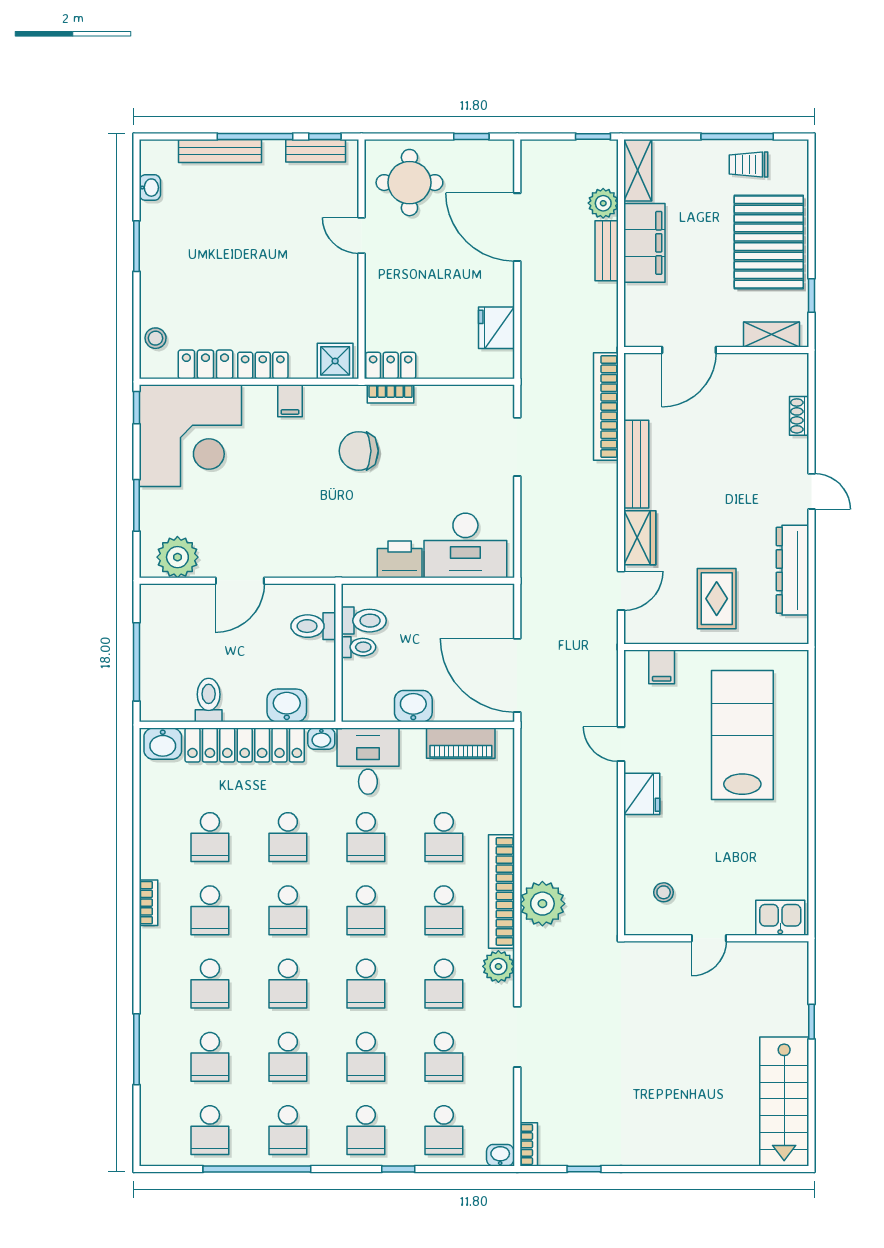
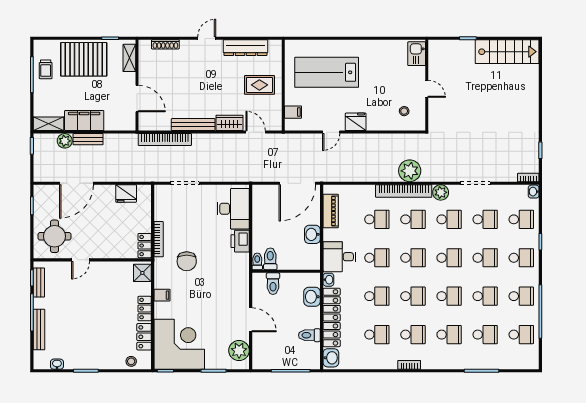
bookcase: (391, 394) -> (159, 239), width x1.56
shoe rack: (799, 416) -> (165, 44), width x1.43
toilet: (358, 647) -> (257, 261), moved

